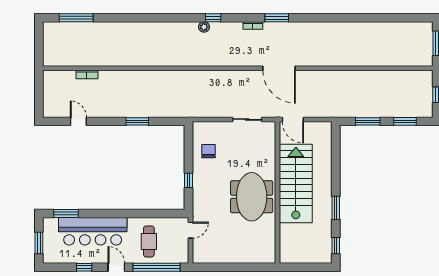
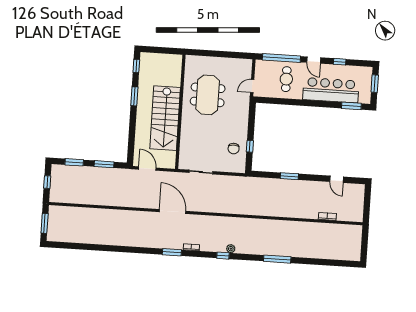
window: (76, 18) -> (277, 259), moved
door: (293, 119) -> (147, 169), moved
window: (189, 180) -> (250, 146), moved
meeting table: (252, 197) -> (208, 95), moved

